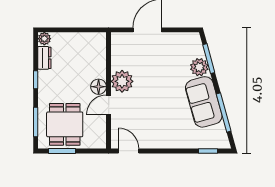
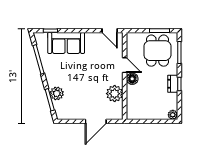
dresser: (44, 58) -> (173, 84), moved
plant: (122, 81) -> (115, 94), moved
sofa: (204, 102) -> (66, 43), moved, turned 105
door: (109, 105) -> (125, 65), hinge flipped

